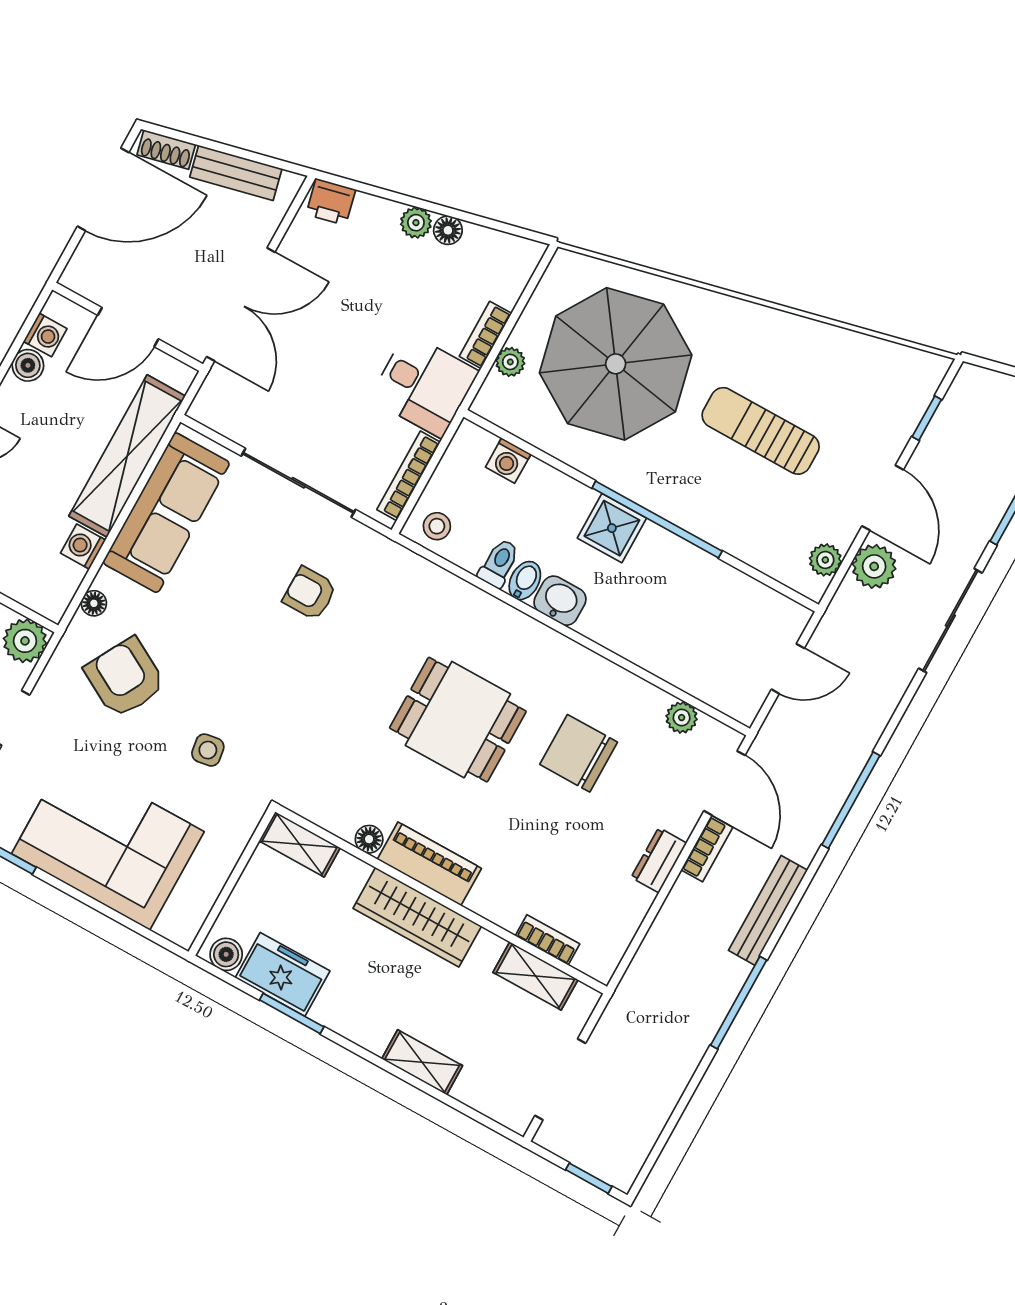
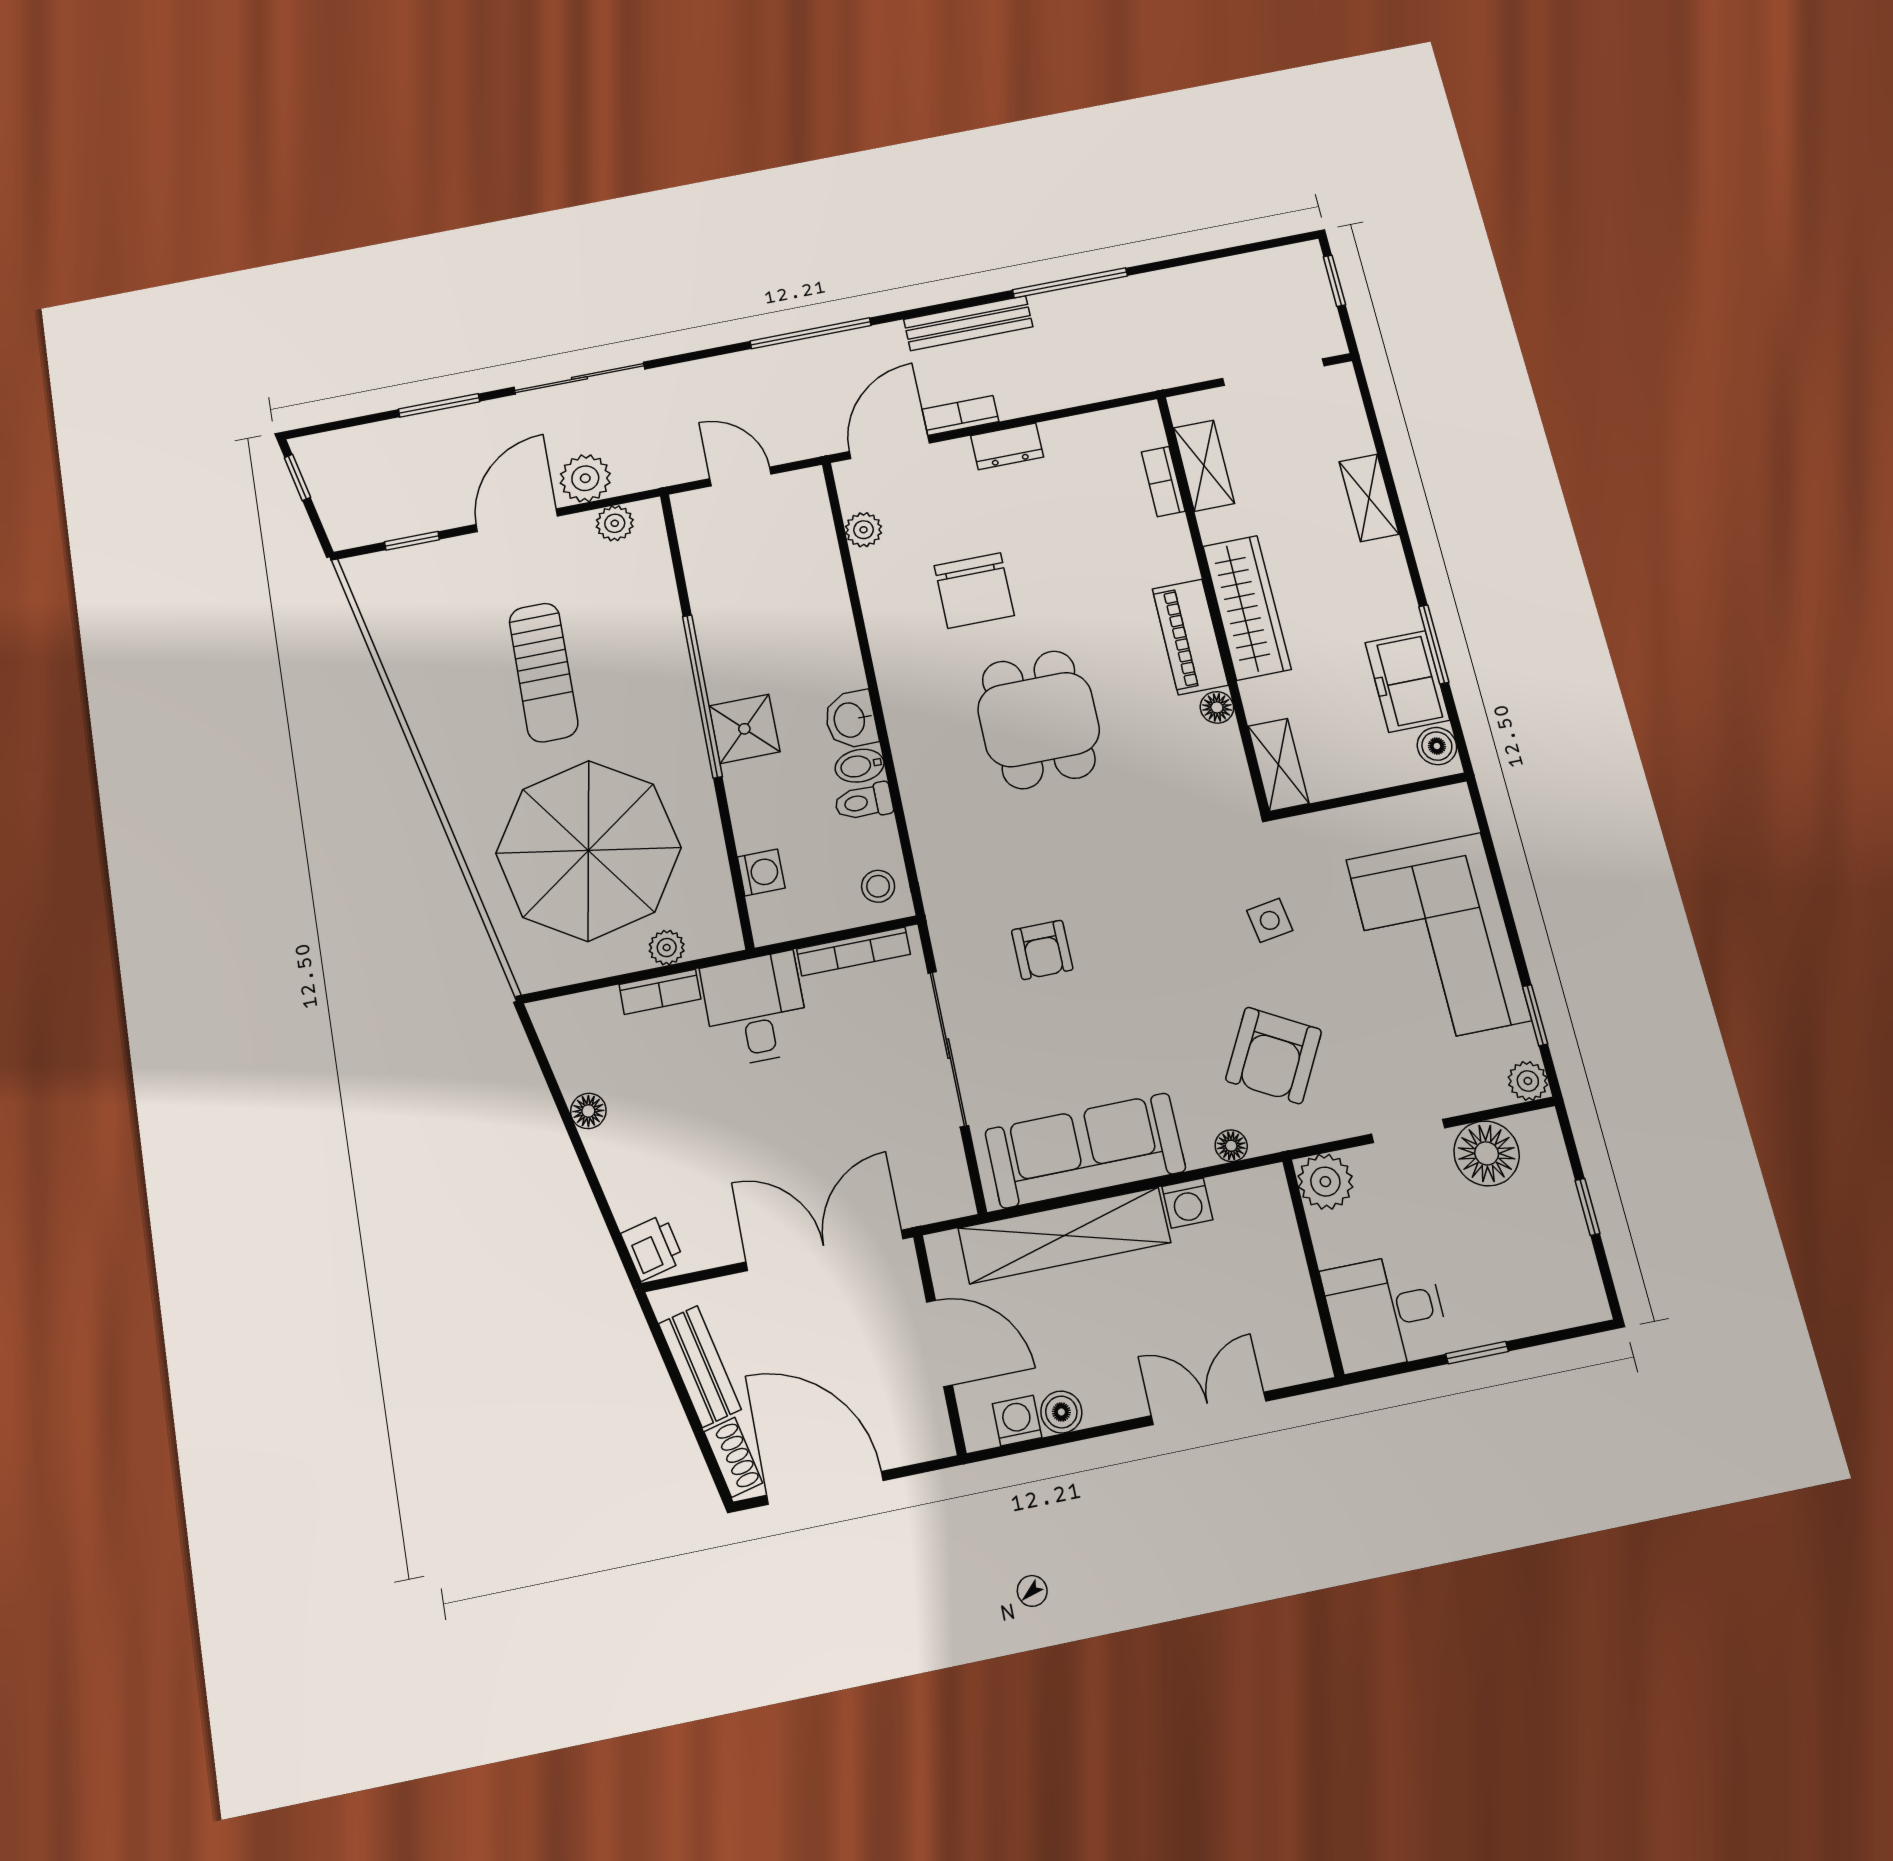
plant: (416, 223) -> (606, 1148), removed

